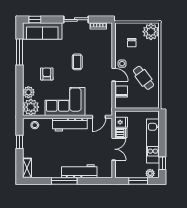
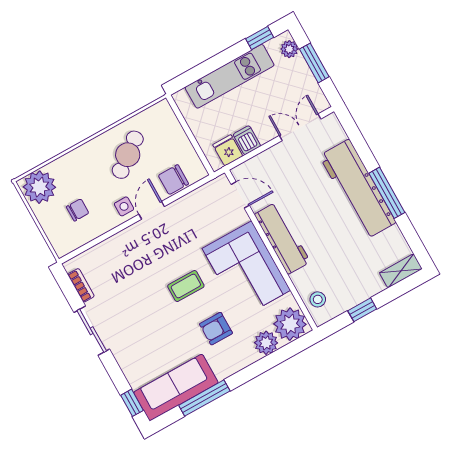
sofa: (42, 31) -> (176, 387), moved, turned -90
coffee table: (77, 62) -> (186, 286), moved
double door: (114, 149) -> (300, 127), moved
workbench: (79, 171) -> (358, 189), width x1.36, depth x1.32

